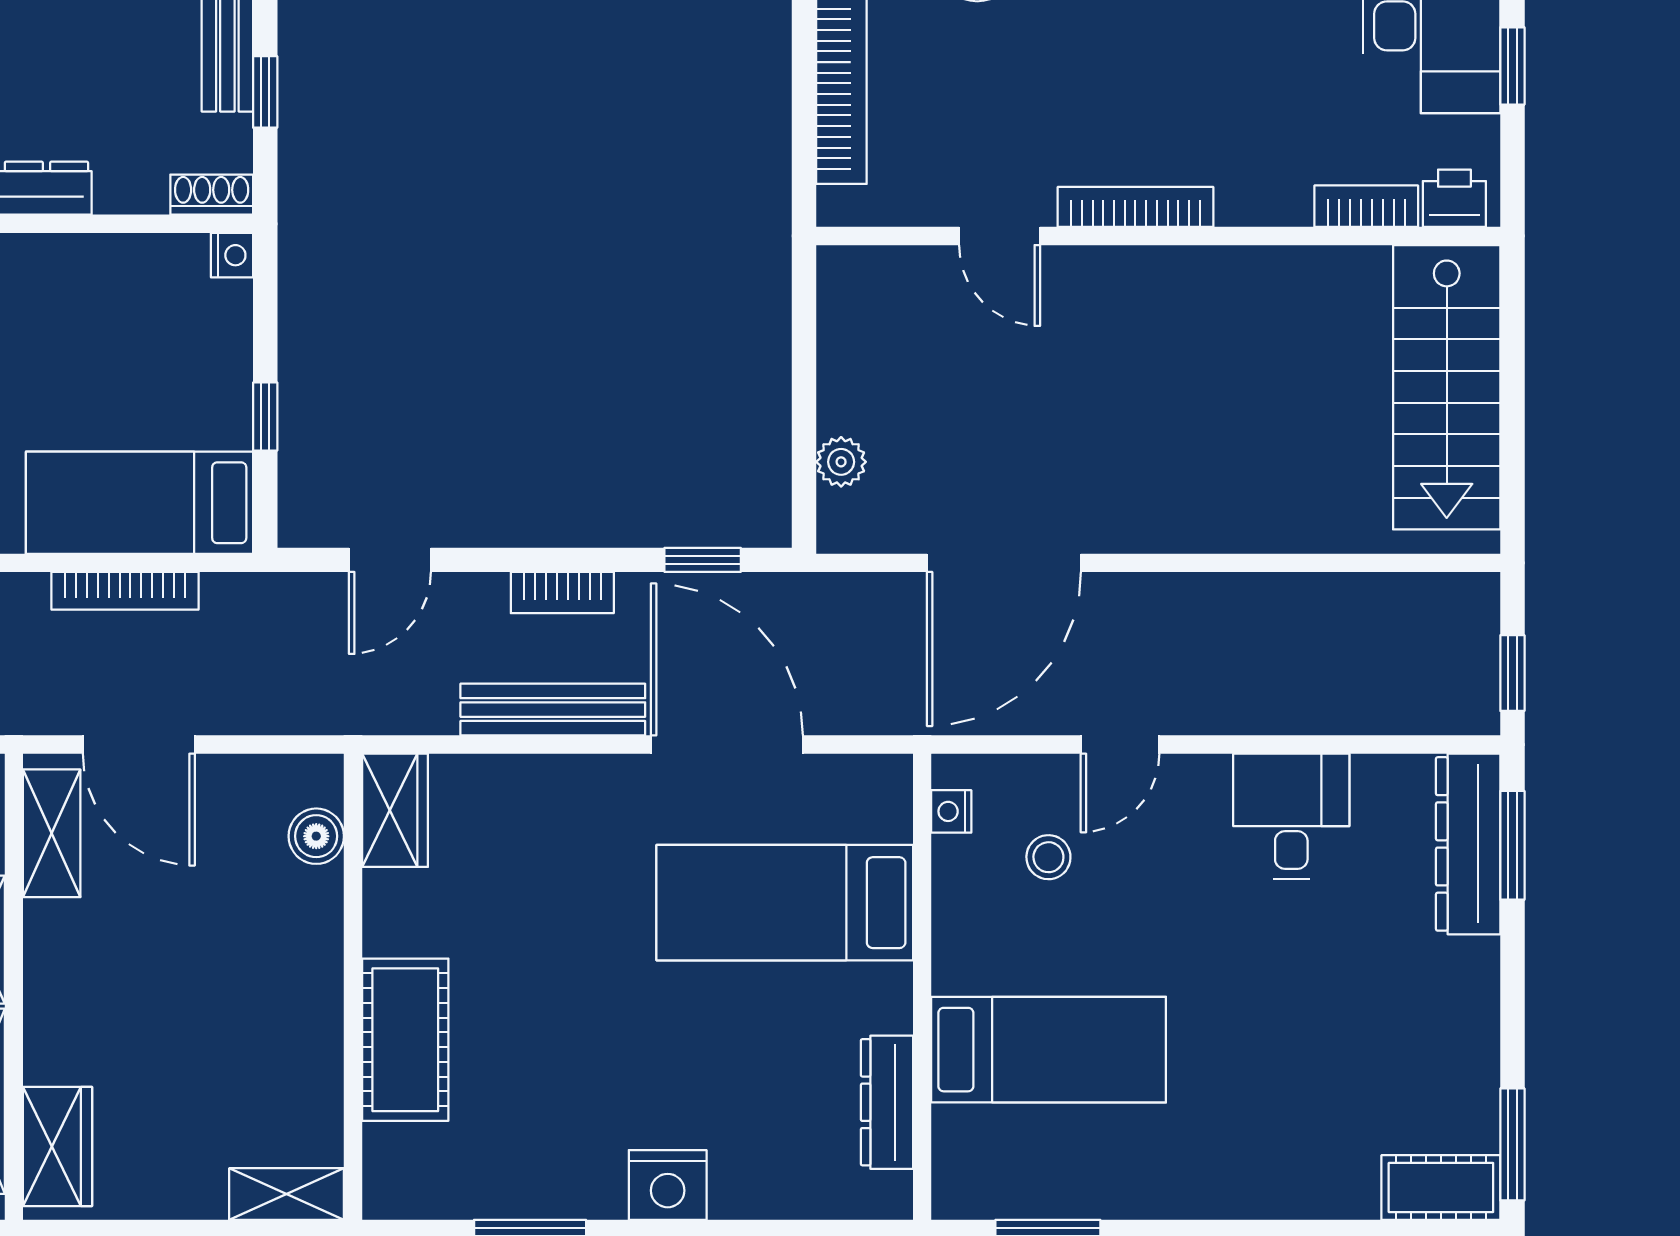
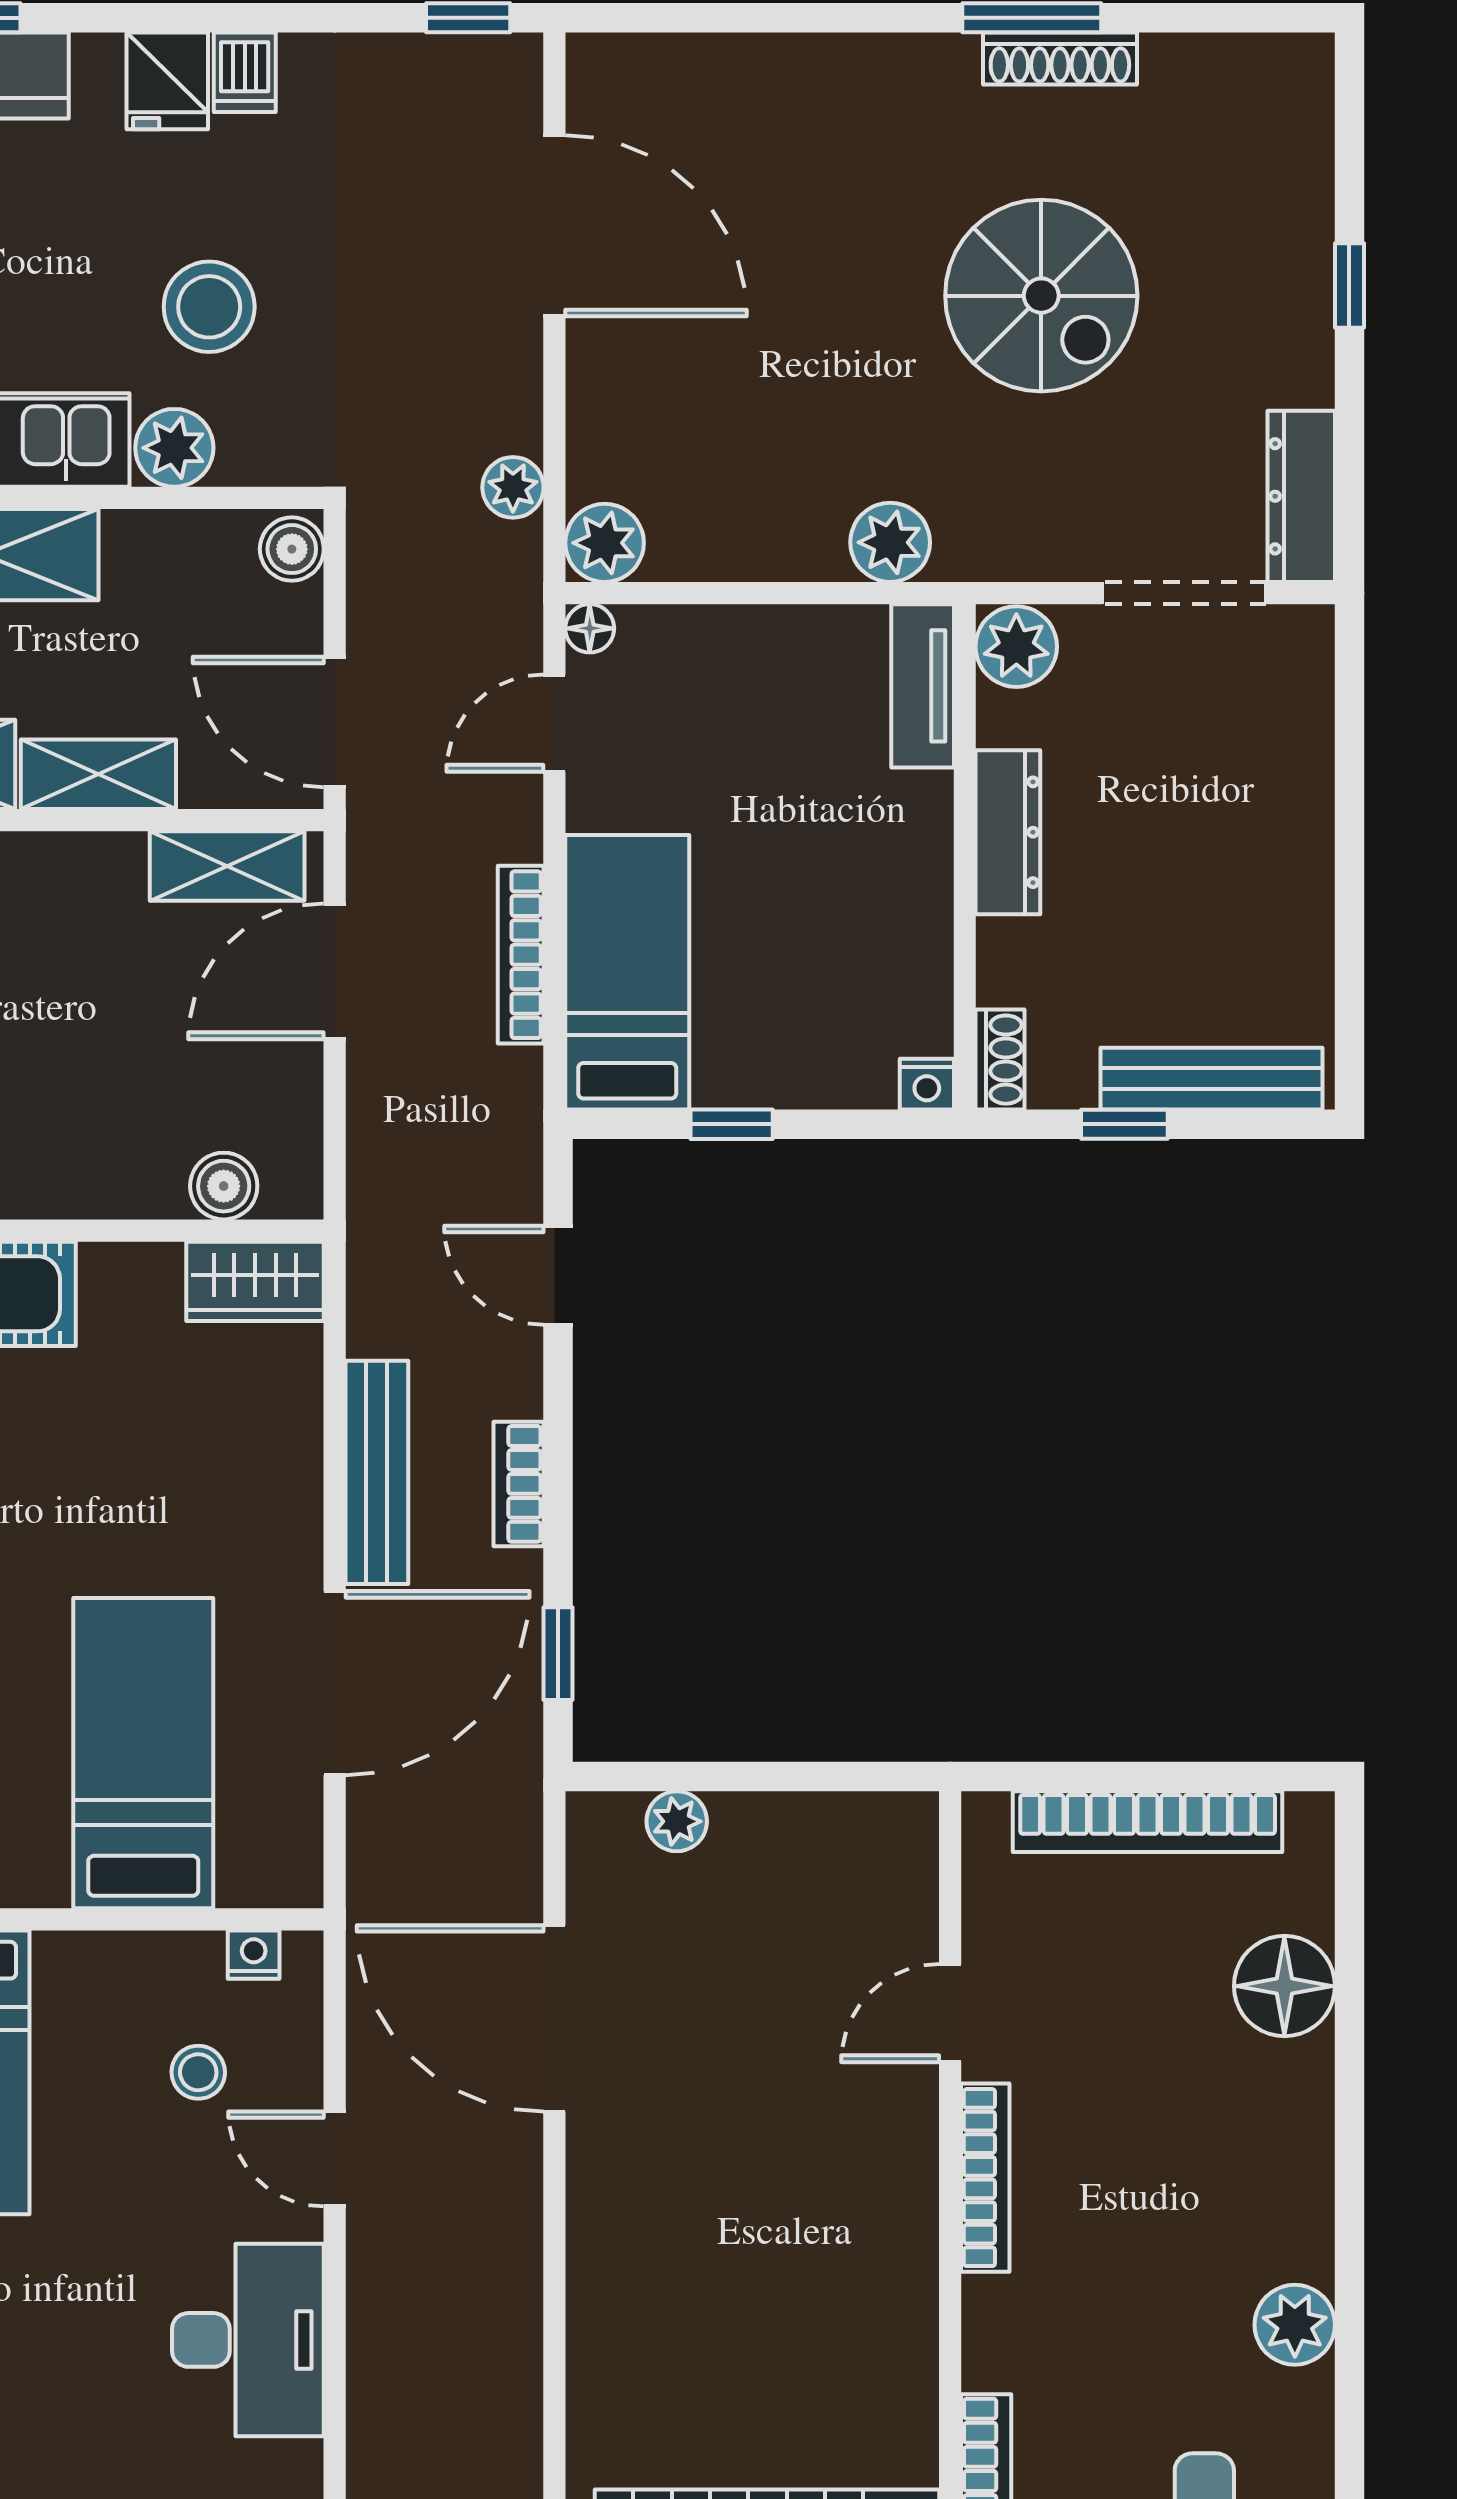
desk: (1291, 816) -> (248, 2340), width x1.37

